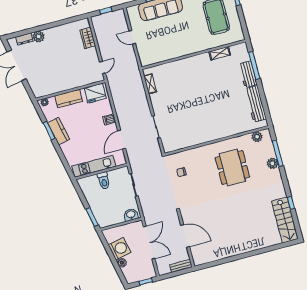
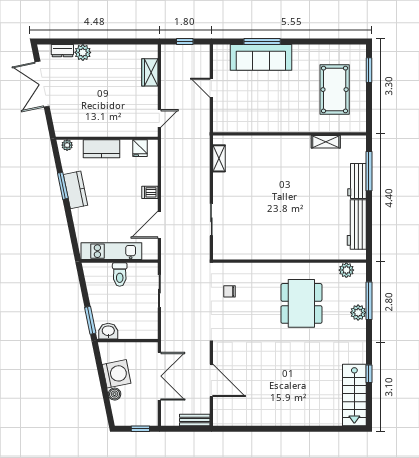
fridge: (95, 93) -> (140, 148), width x0.53, depth x0.75
washbasin: (131, 215) -> (108, 331), moved

